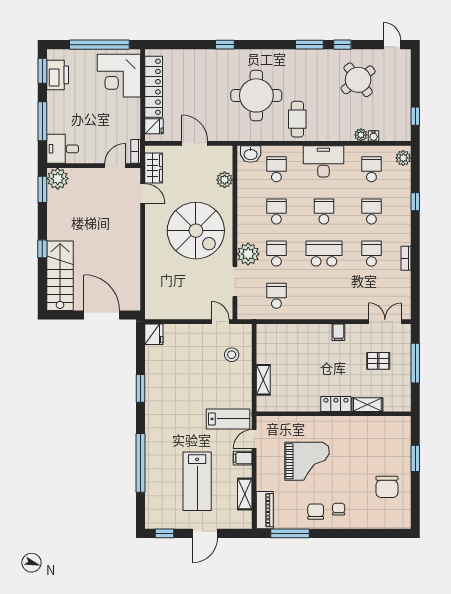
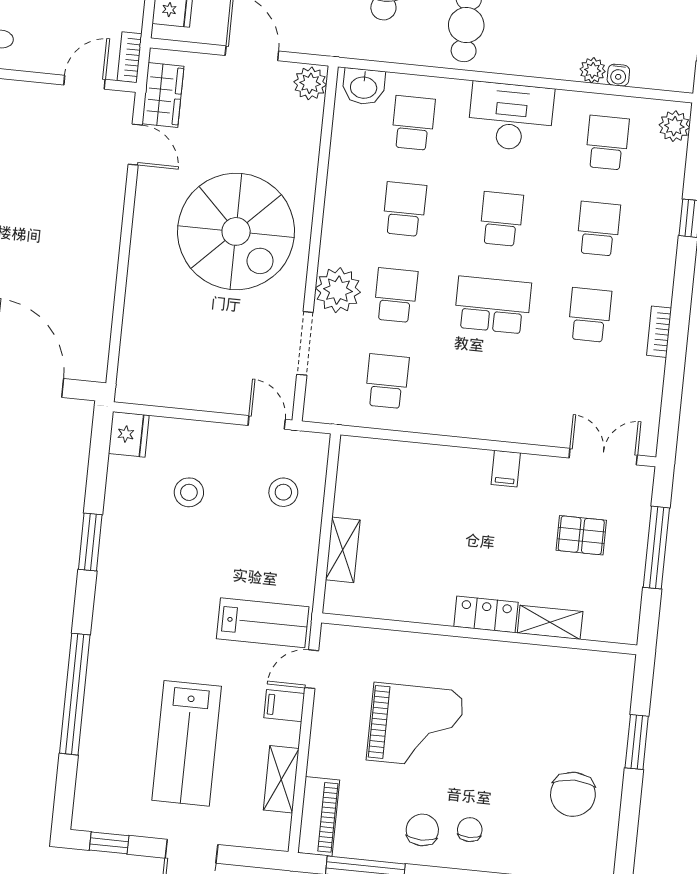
plant: (225, 180) -> (310, 83), moved
stool: (186, 359) -> (189, 492), added

